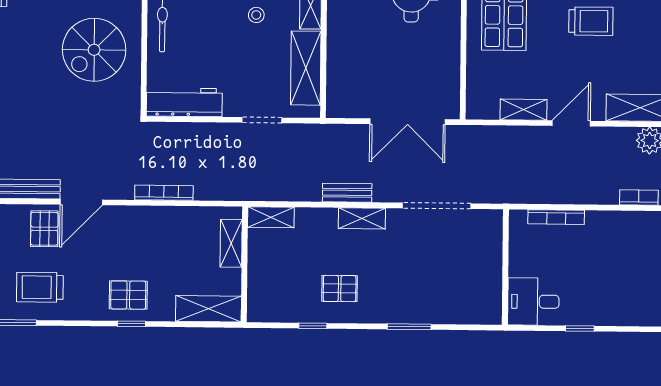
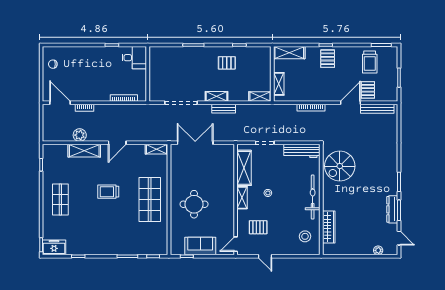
spiral stairs: (94, 50) -> (340, 166), moved, turned 180
shelving: (524, 110) -> (157, 149), moved
trolley: (40, 287) -> (370, 62), turned 90
pallet: (128, 295) -> (328, 59), turned 90

